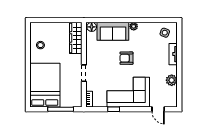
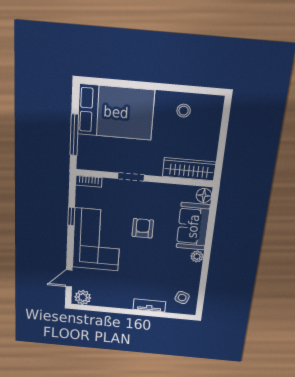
armchair: (126, 58) -> (143, 228), moved
plant: (172, 80) -> (83, 297), moved

